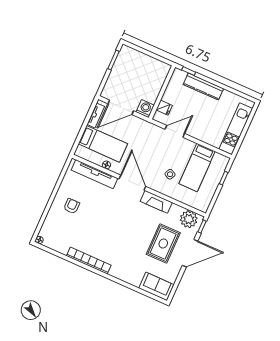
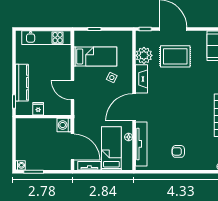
washing machine: (125, 50) -> (20, 165), added
fridge: (164, 108) -> (38, 109), moved
plant: (189, 219) -> (144, 55), moved

